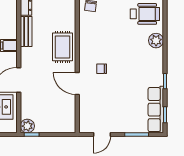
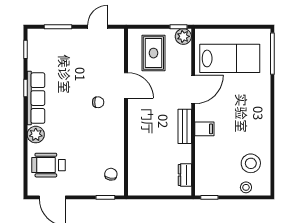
bench: (26, 31) -> (185, 126), moved
rug: (63, 47) -> (153, 53), moved
row of seats: (156, 110) -> (36, 98), moved

